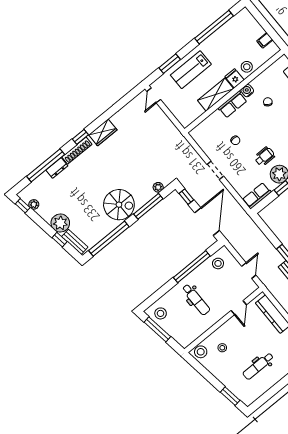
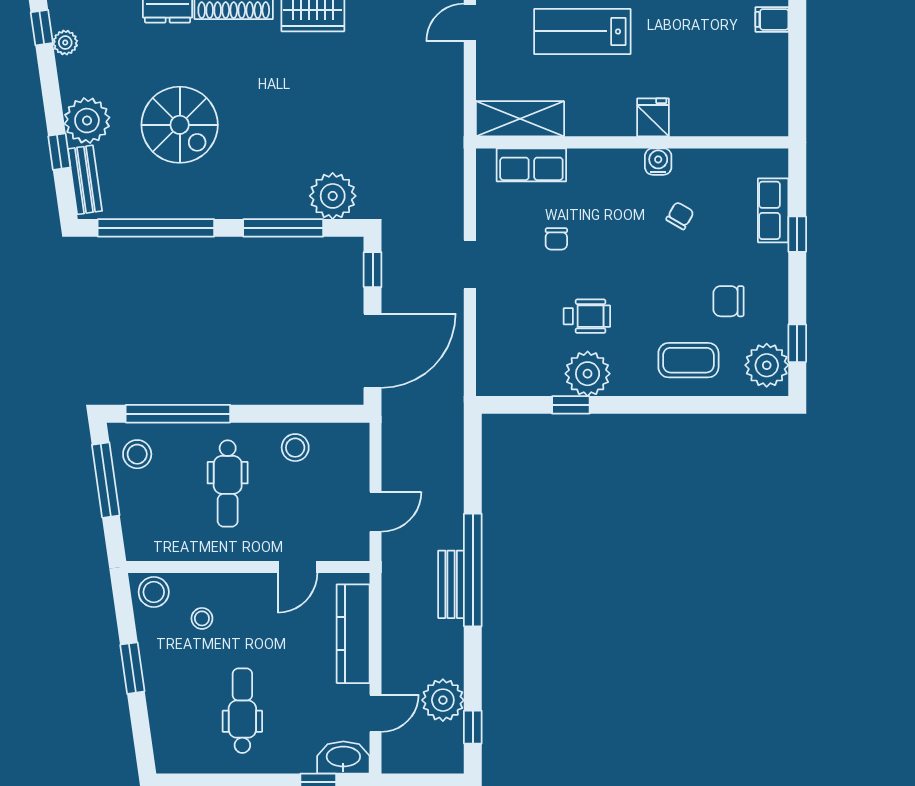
filing cabinet: (265, 40) -> (772, 19), moved
stool: (247, 67) -> (695, 115), removed
shelving: (216, 95) -> (520, 119), moved
row of seats: (233, 104) -> (531, 165), moved
plant: (158, 187) -> (333, 196), width x1.87, depth x1.87
row of seats: (257, 196) -> (510, 380), removed
spiral stairs: (119, 205) -> (180, 125), moved
stool: (218, 263) -> (295, 448), moved
window: (192, 267) -> (178, 414), moved
dental chair: (258, 366) -> (242, 711), turned 90
window: (230, 396) -> (132, 668), moved

